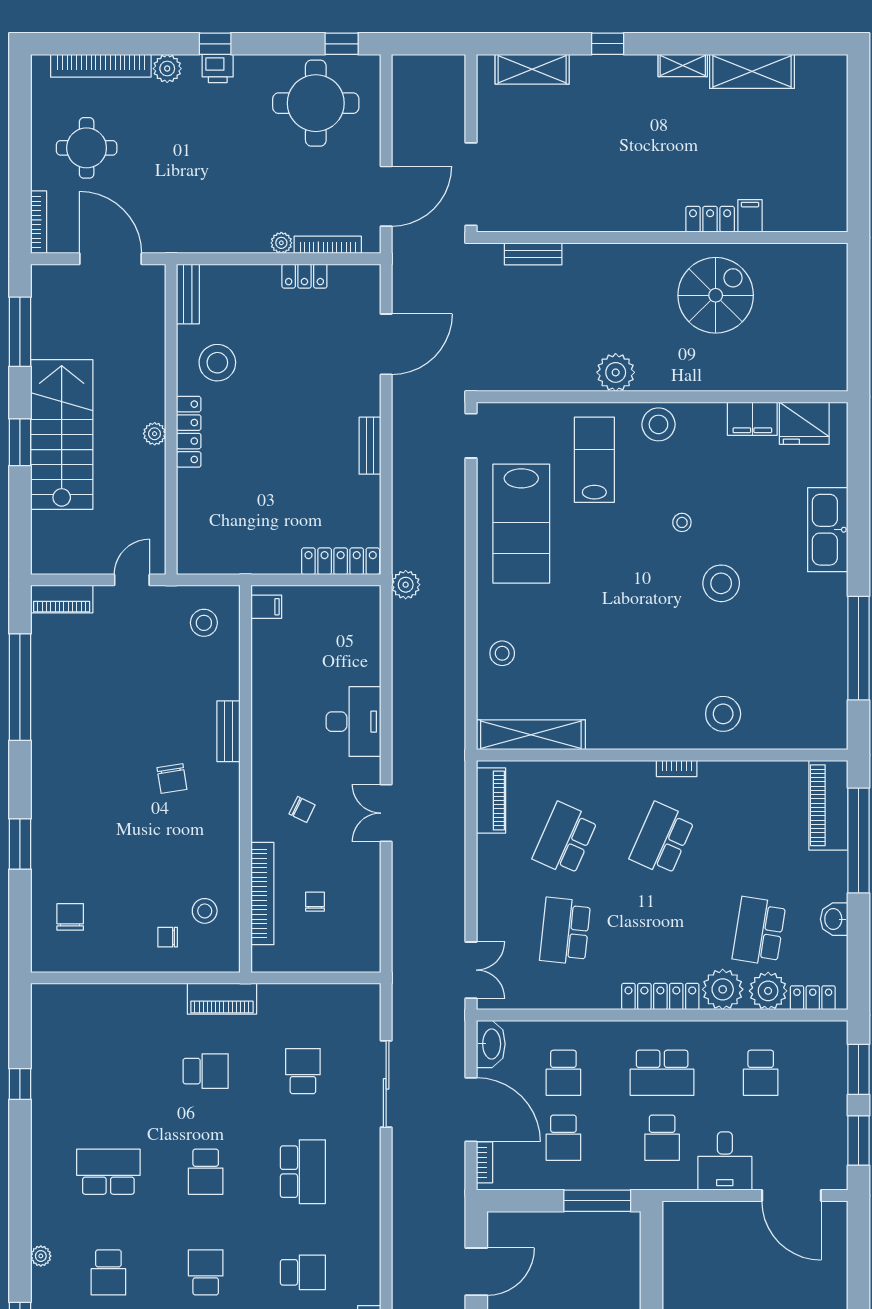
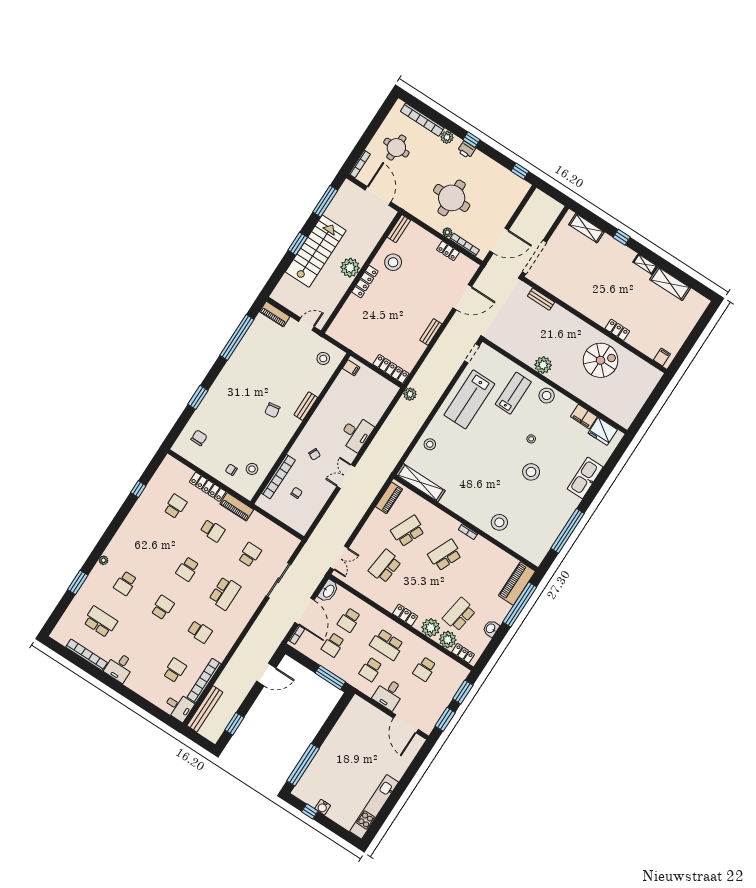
round table: (316, 103) -> (452, 198), moved
filing cabinet: (750, 216) -> (662, 357), moved
plant: (155, 434) -> (350, 268), width x1.87, depth x1.87
locker: (144, 997) -> (208, 487), added
locker: (660, 997) -> (405, 615), width x0.66
school desk: (108, 1172) -> (175, 506), moved, width x0.54

